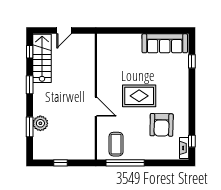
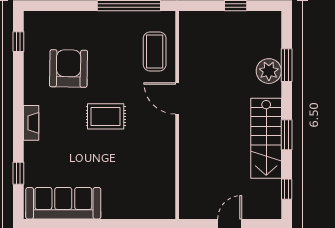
stairs: (42, 58) -> (266, 138), moved
rug: (139, 96) -> (106, 116), width x0.73, depth x0.70
coffee table: (116, 144) -> (155, 51), moved
fireplace: (184, 148) -> (31, 123), moved

